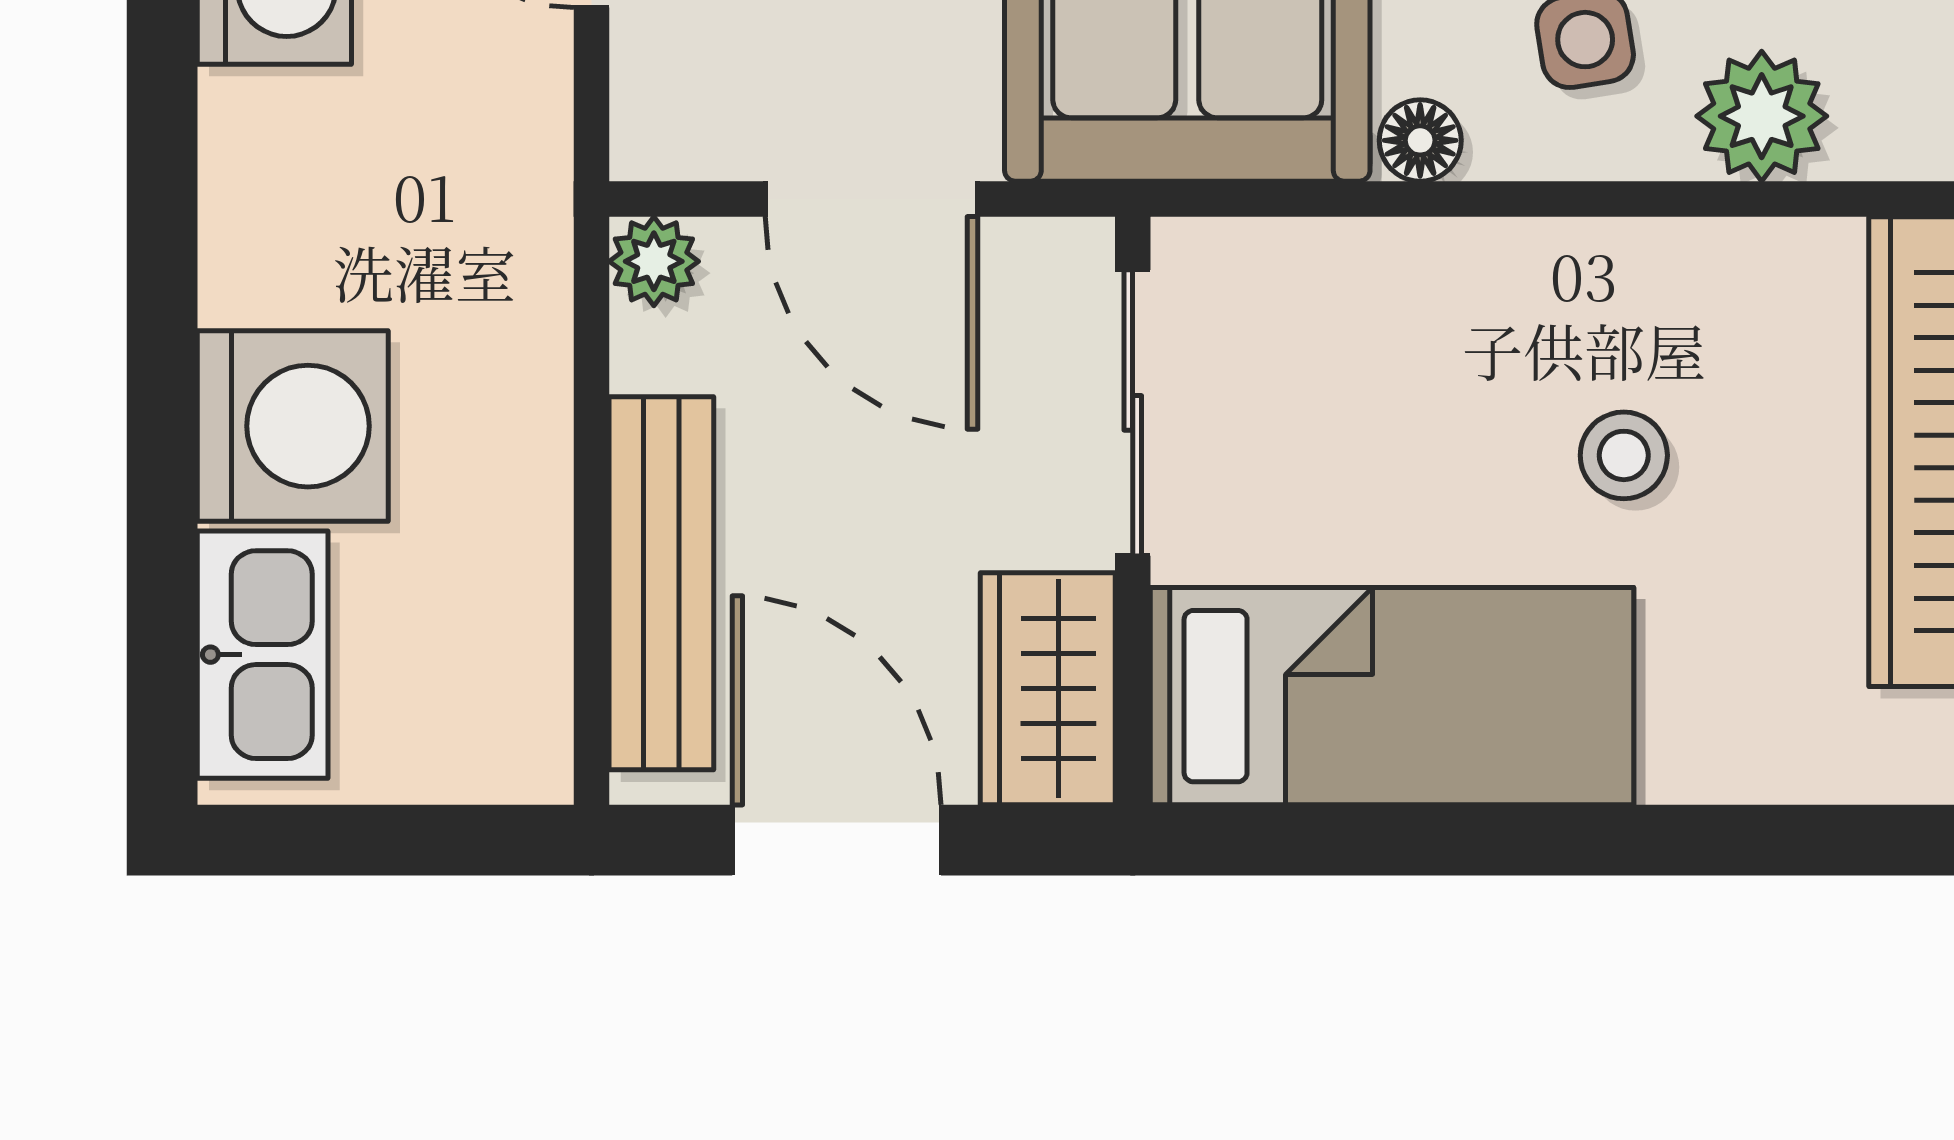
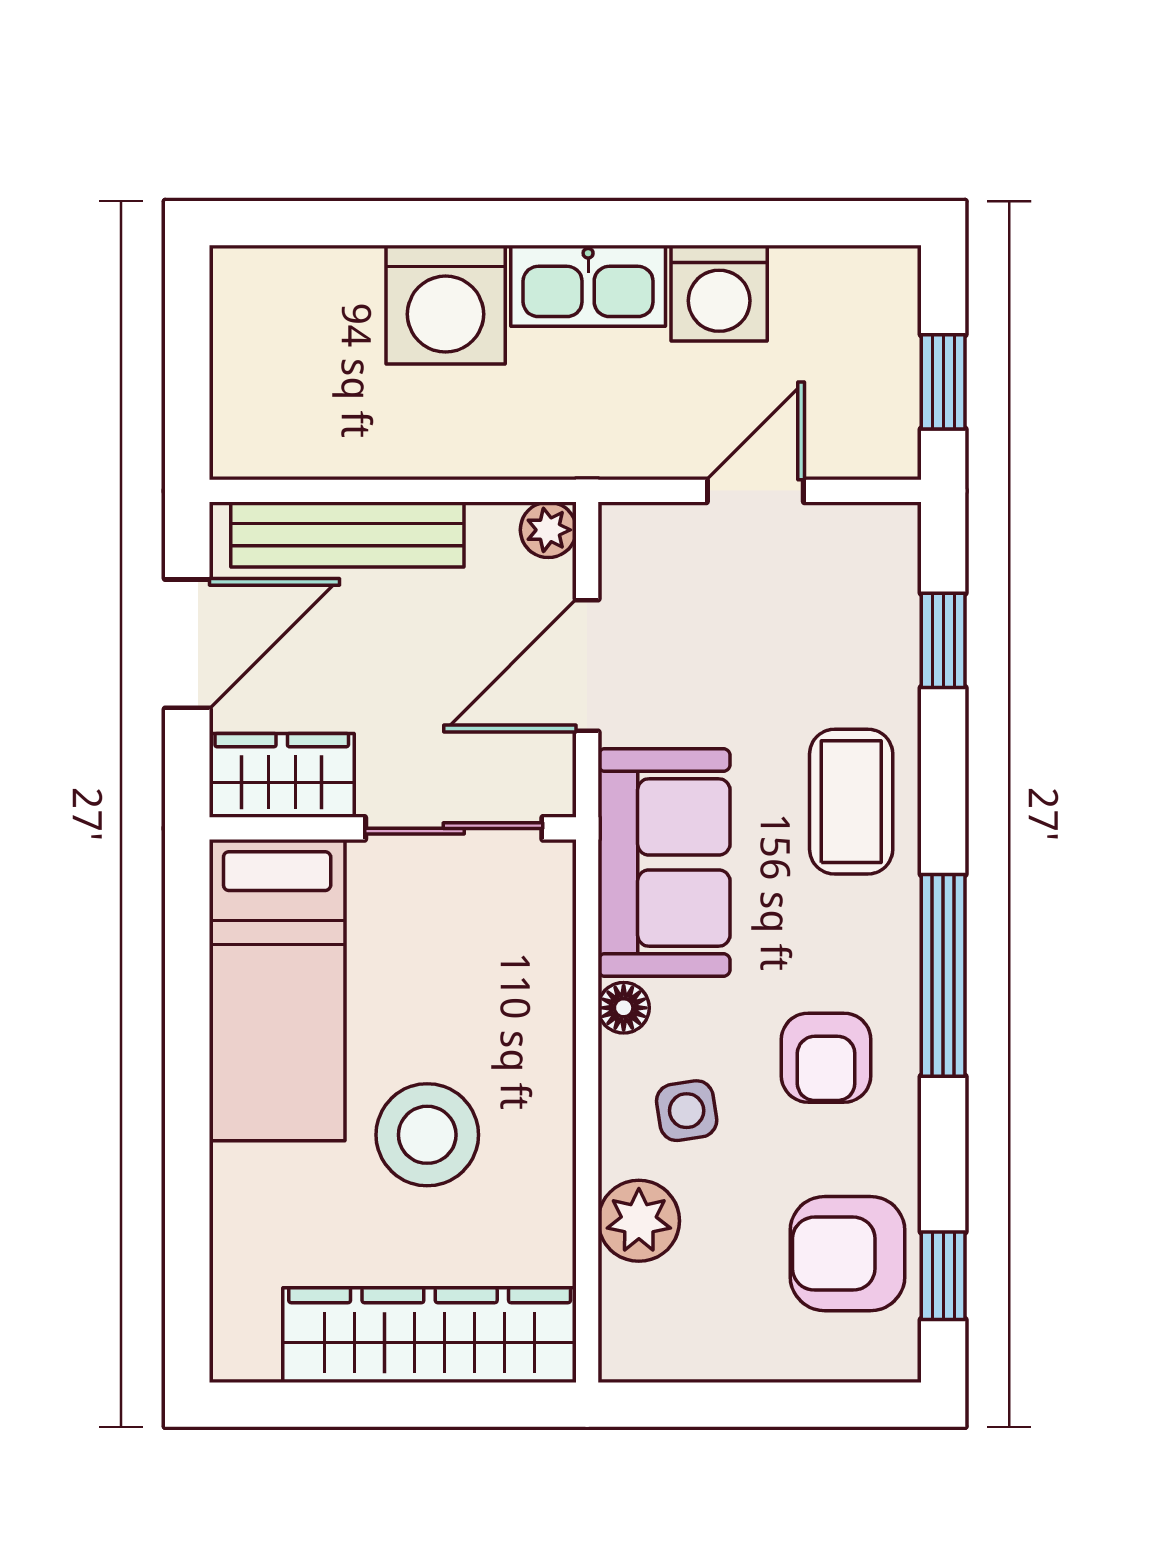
stool: (1624, 455) -> (427, 1135), width x1.89, depth x1.89
kitchen sink: (263, 655) -> (588, 286), moved

